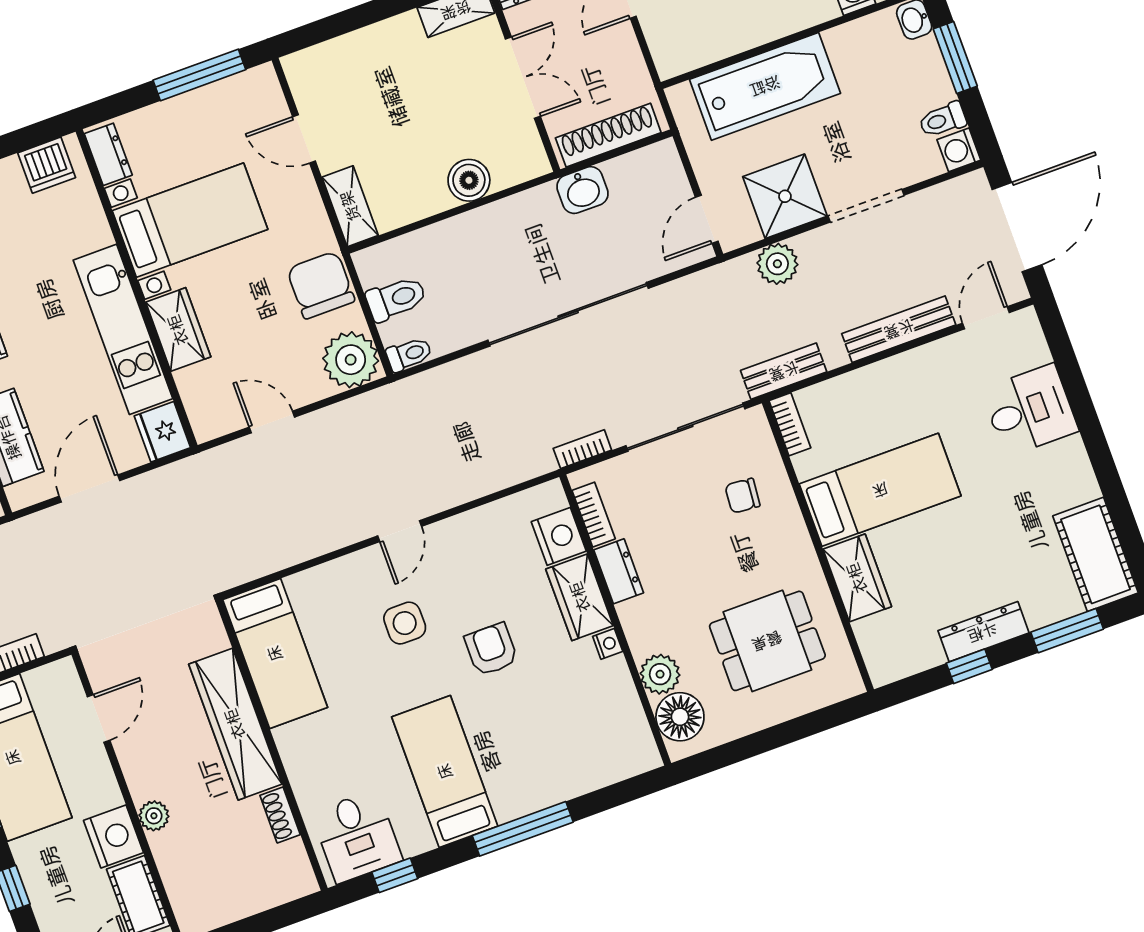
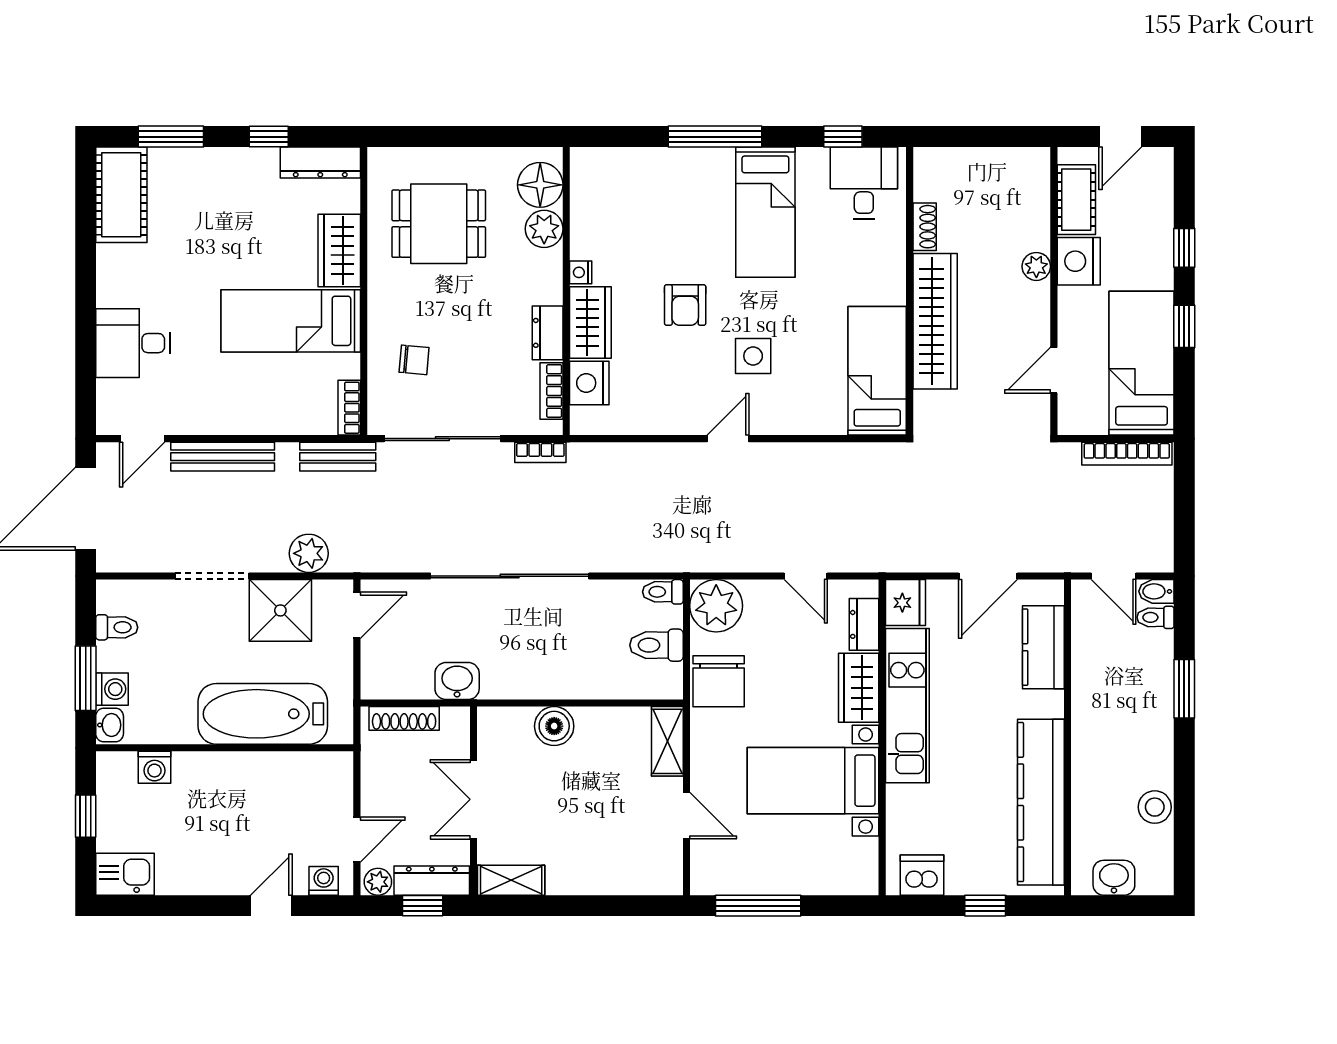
shoe rack: (608, 135) -> (404, 718), width x0.74, depth x0.81
washing machine: (959, 150) -> (112, 689), moved
dresser: (108, 154) -> (864, 624), moved
dresser: (983, 632) -> (320, 162), moved

